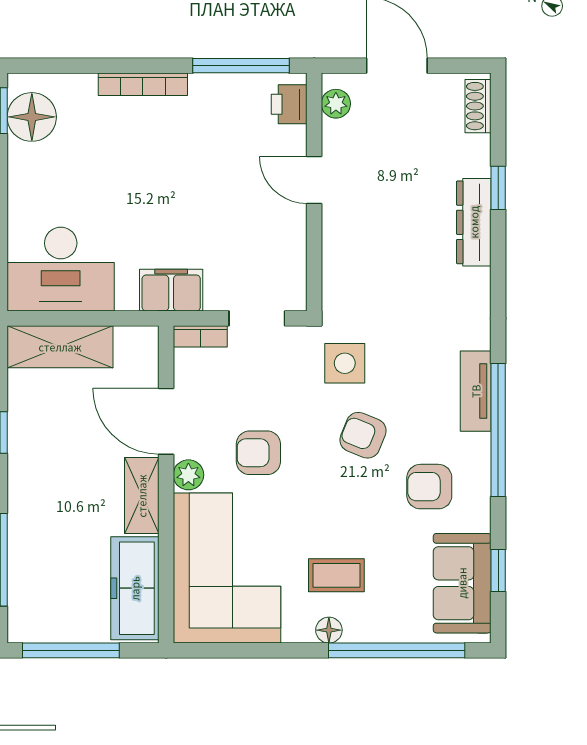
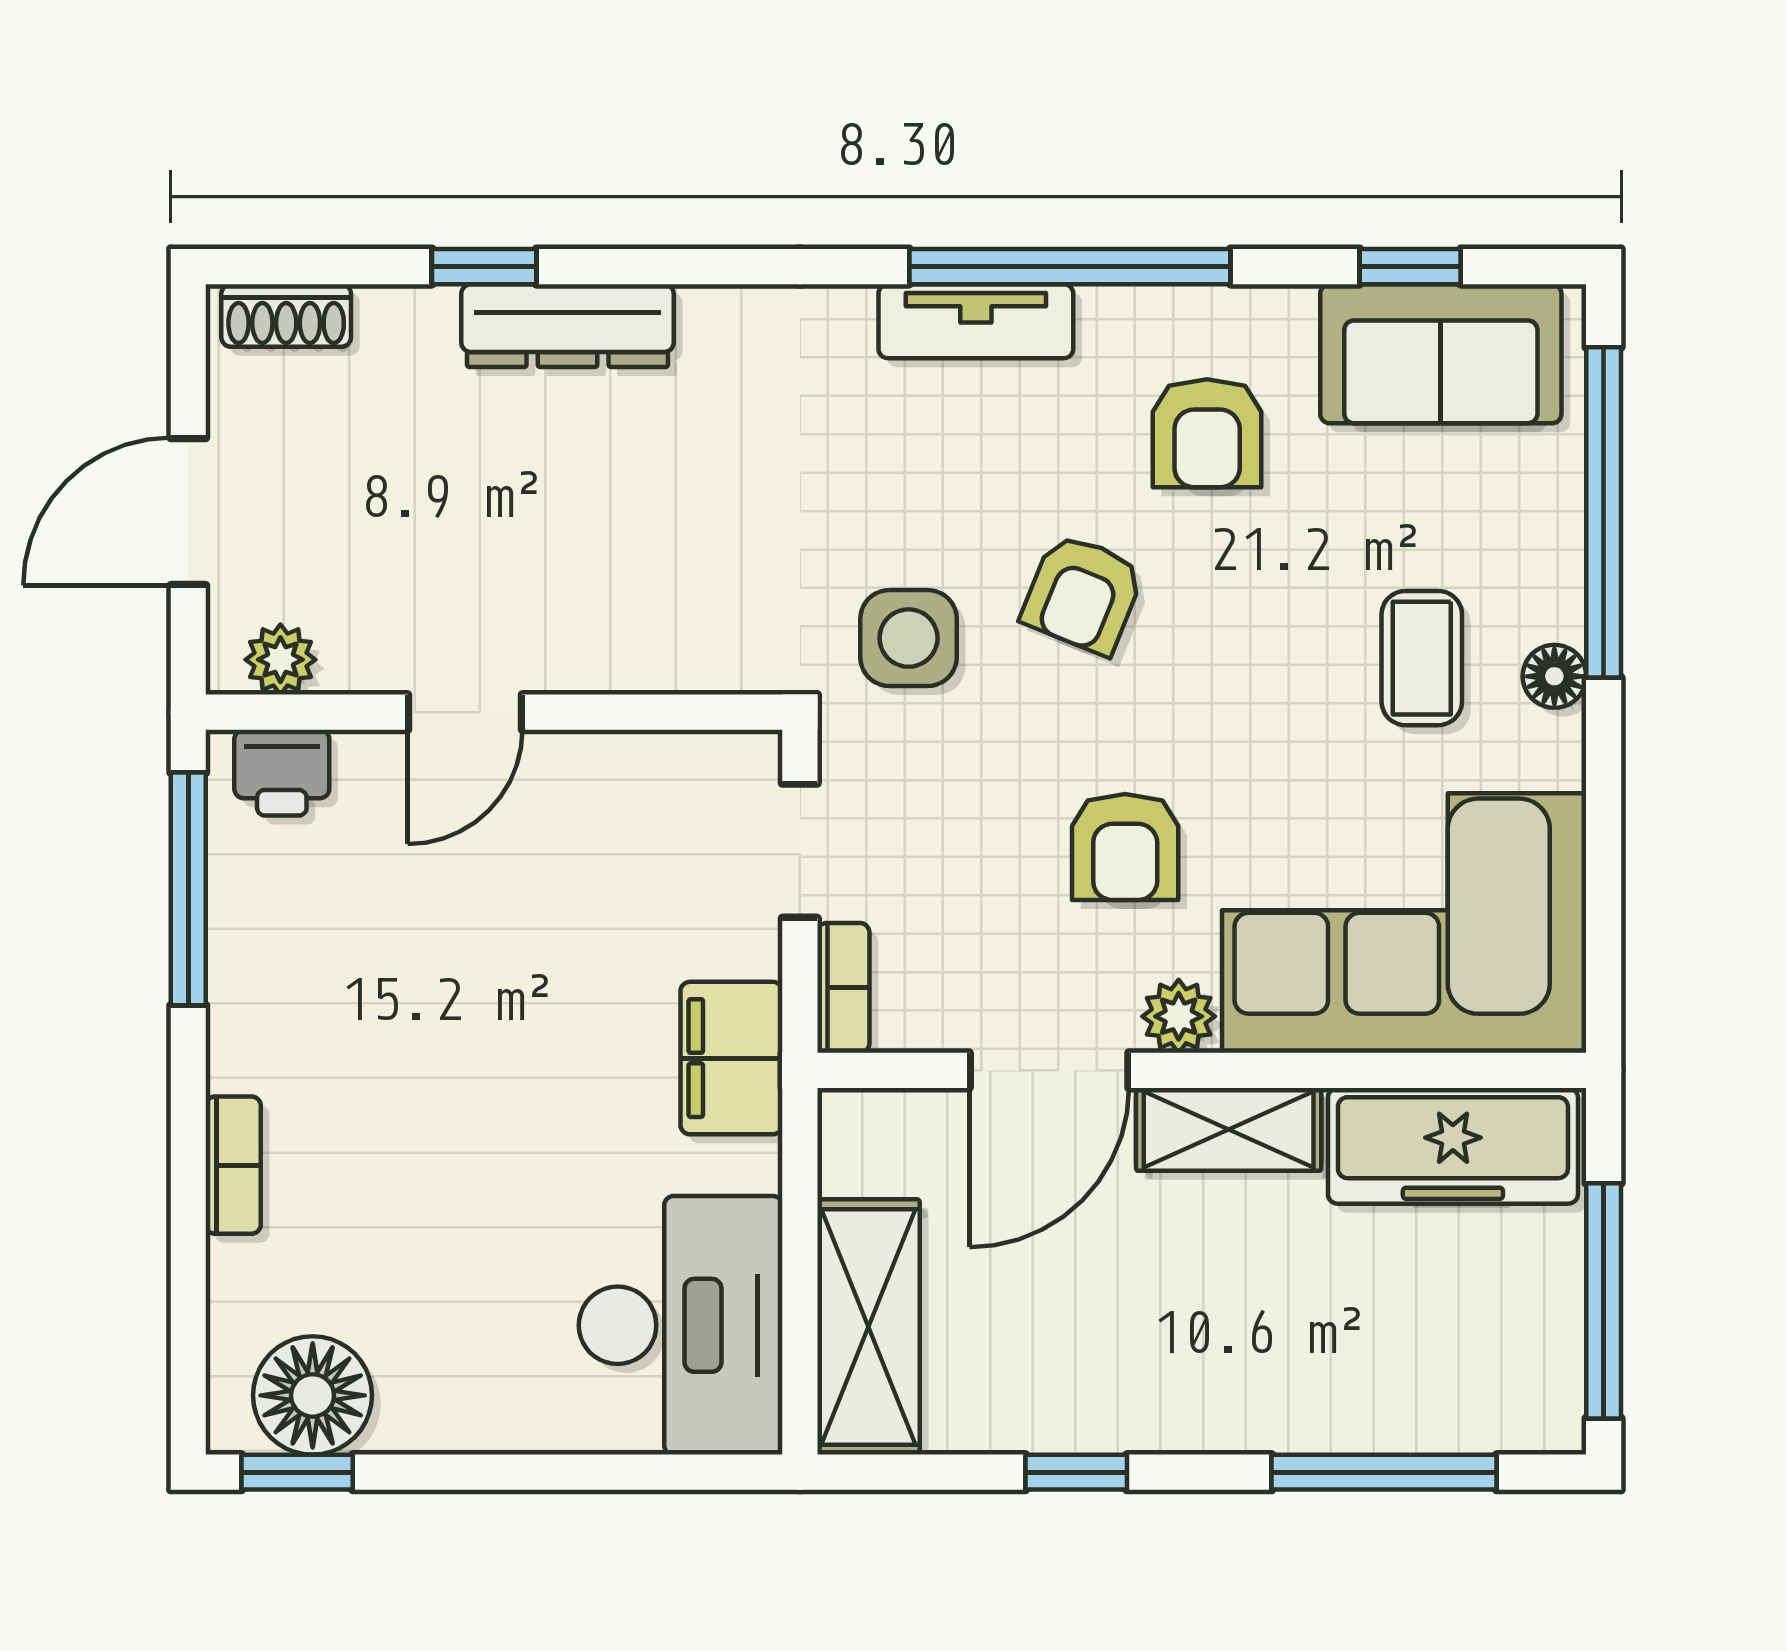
bookcase: (143, 84) -> (233, 1165), width x0.64

